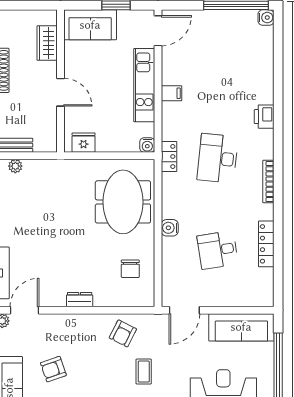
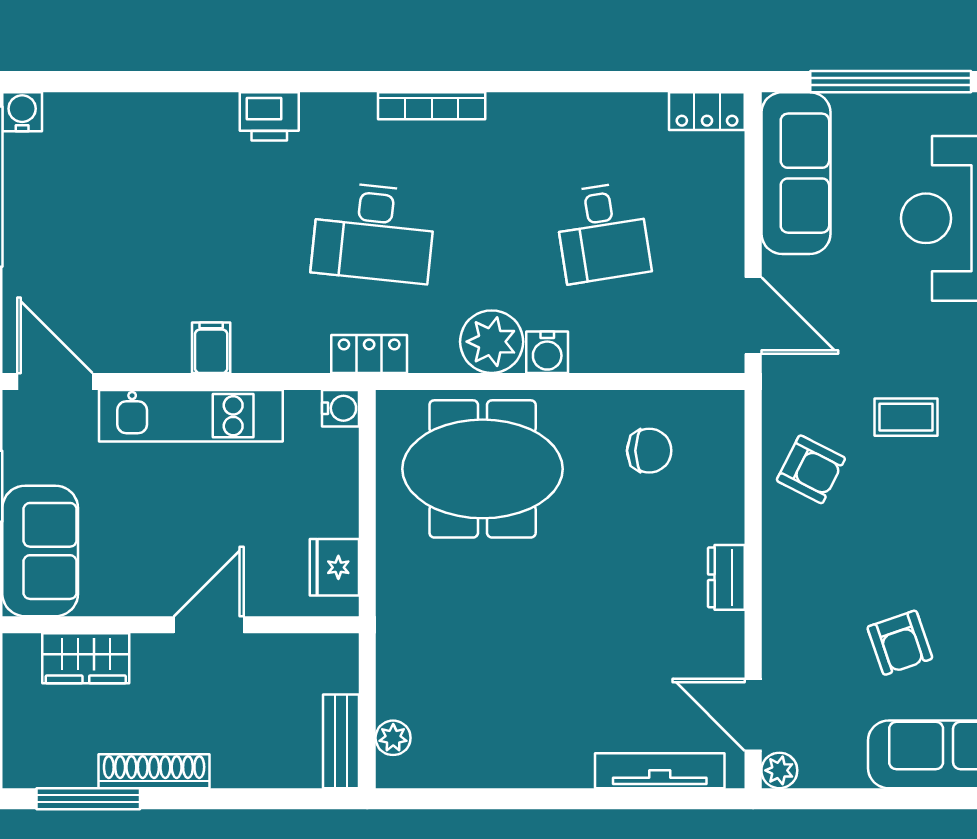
plant: (174, 206) -> (492, 342), added
locker: (266, 244) -> (707, 111), moved, width x0.66

